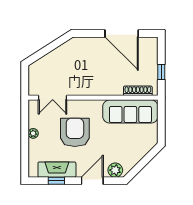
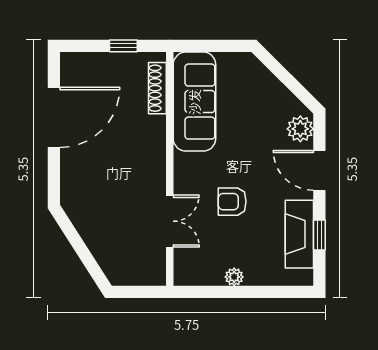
double door: (53, 98) -> (170, 221), moved
armchair: (75, 132) -> (232, 202), width x0.53, depth x0.53

